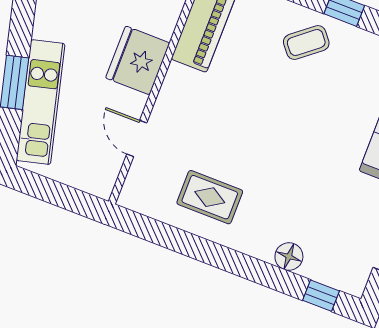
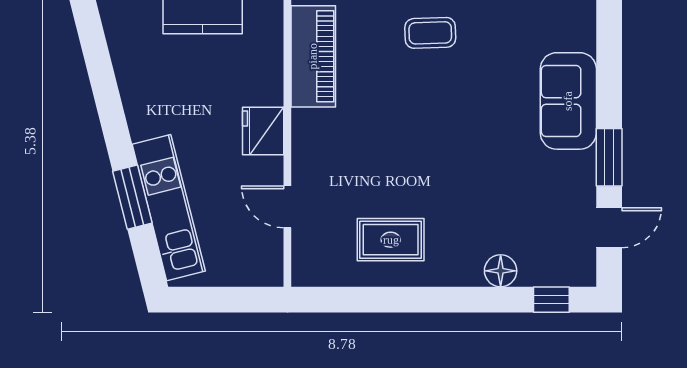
coffee table: (306, 43) -> (430, 33), turned 37
fridge: (138, 60) -> (263, 131), width x0.73, depth x0.75

